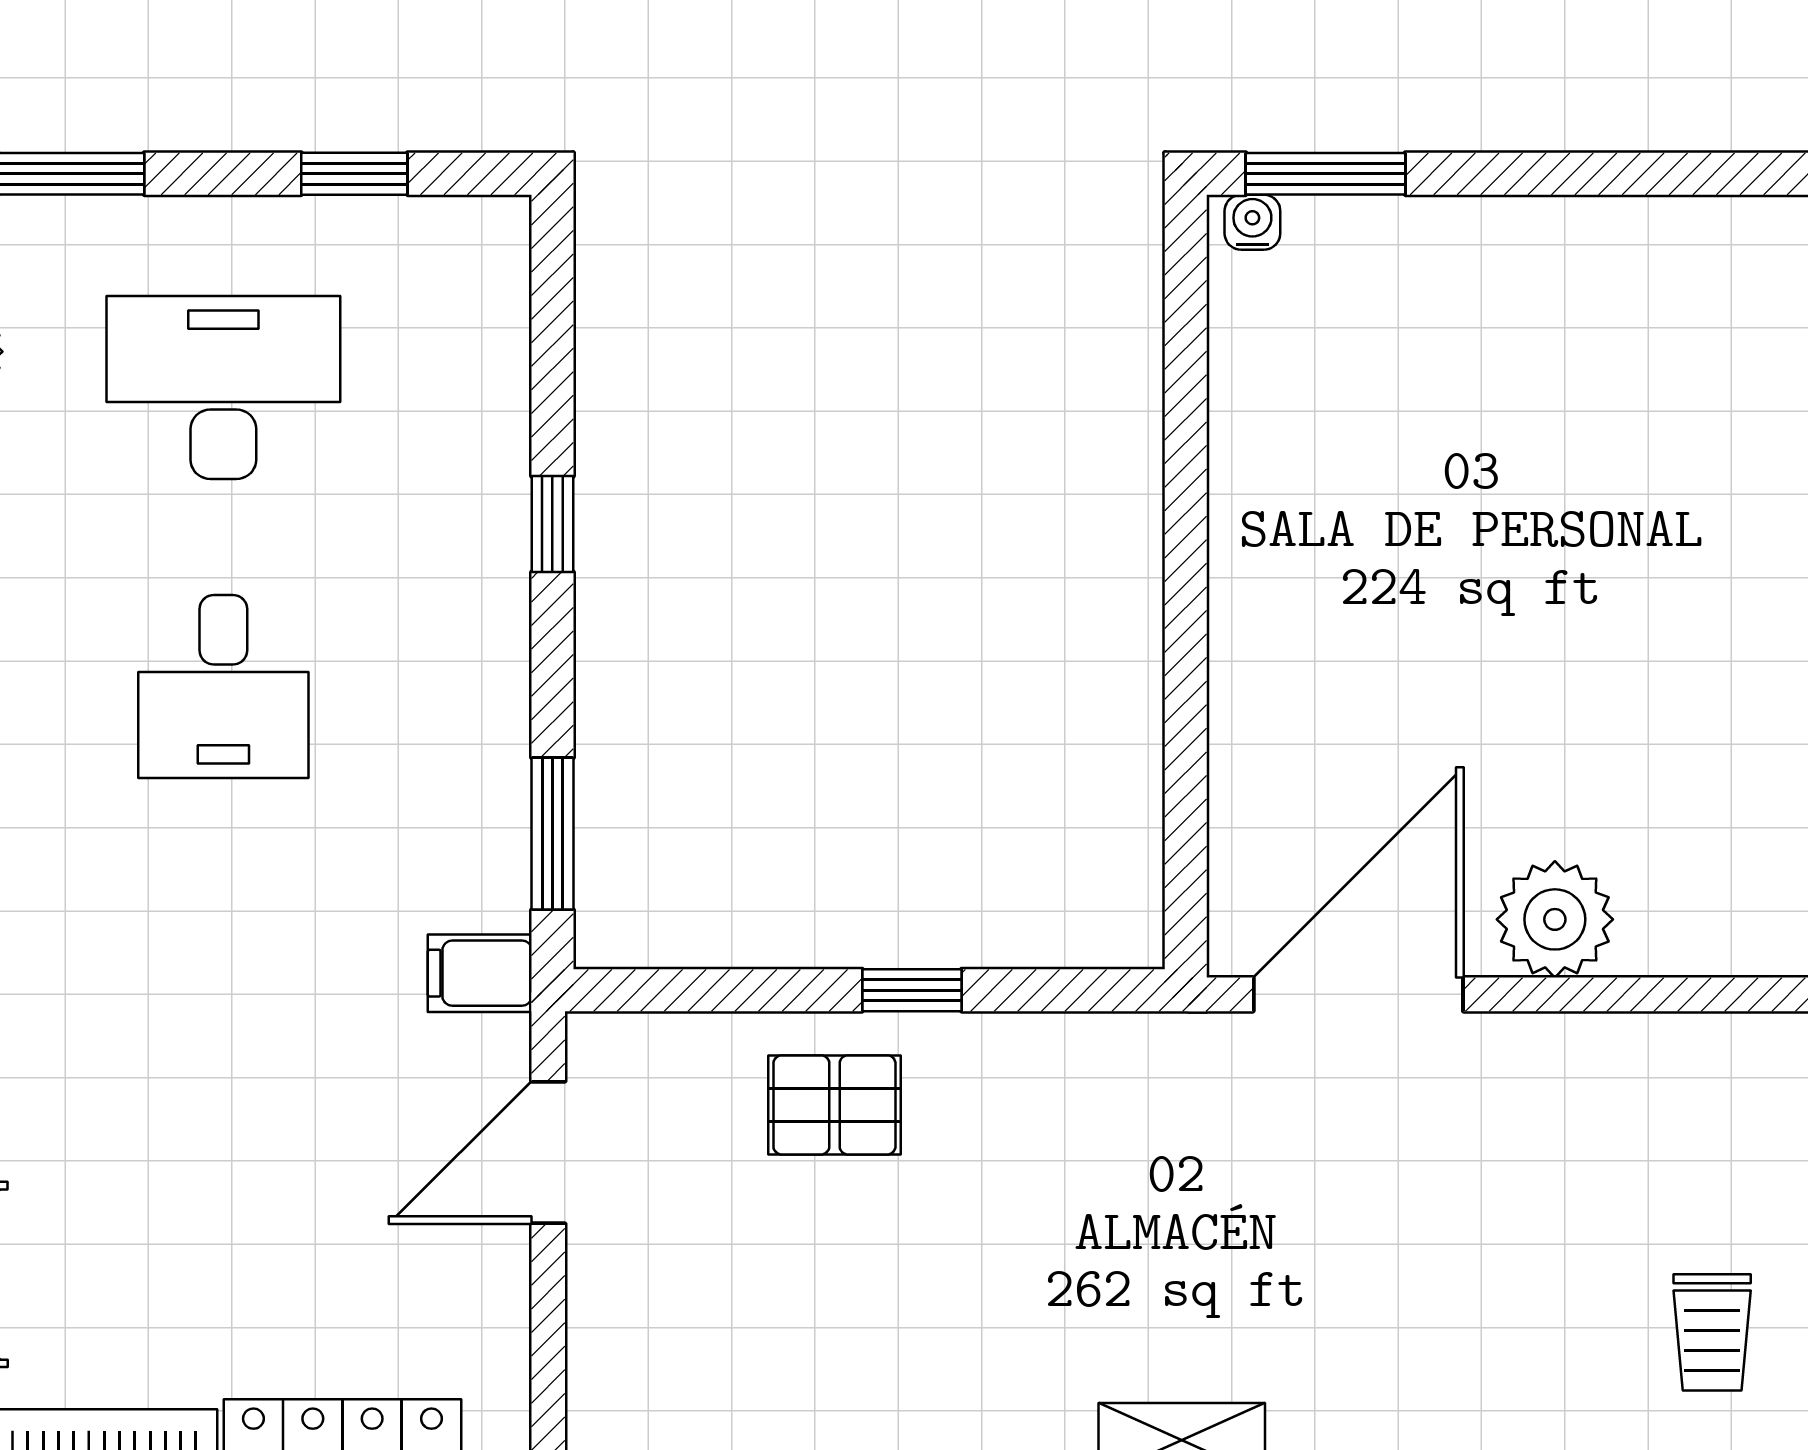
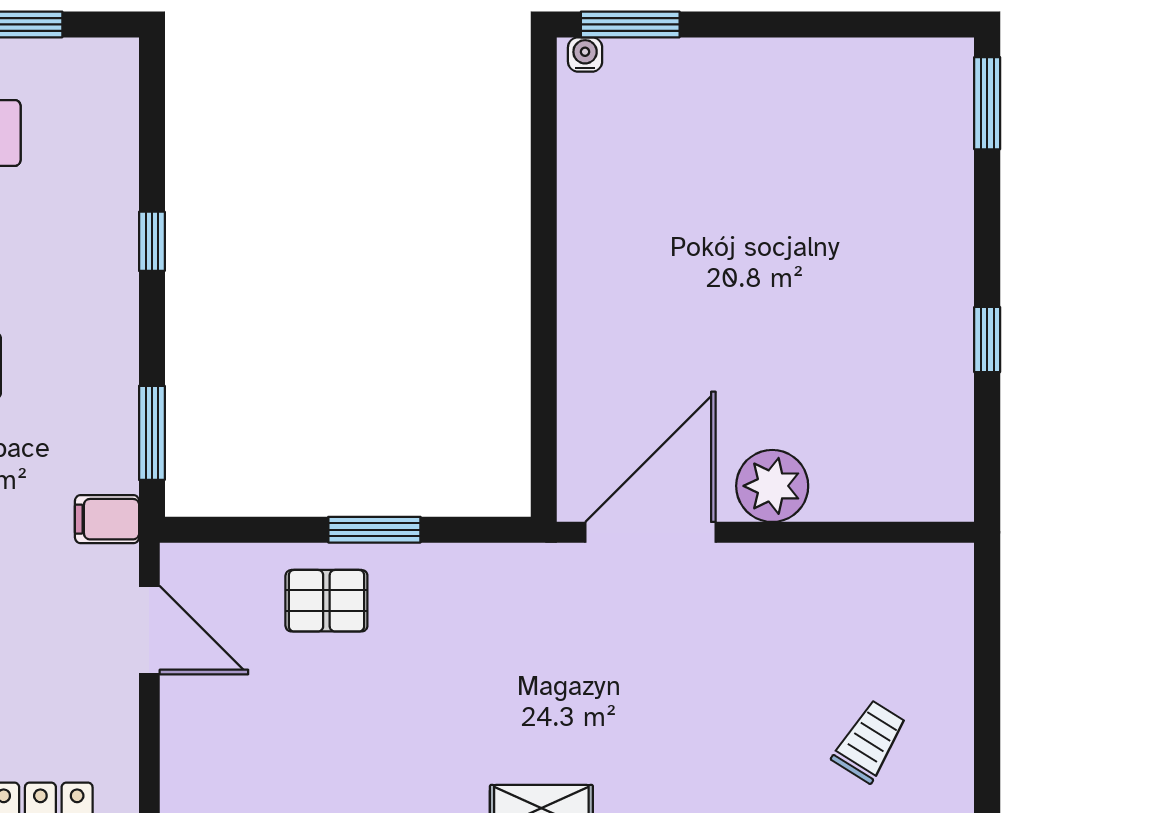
window: (912, 990) -> (374, 530), width x1.50
door: (548, 1152) -> (149, 630), swing flipped
trolley: (1712, 1332) -> (869, 741), turned -148

